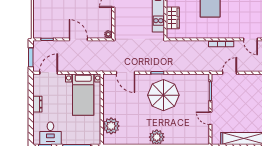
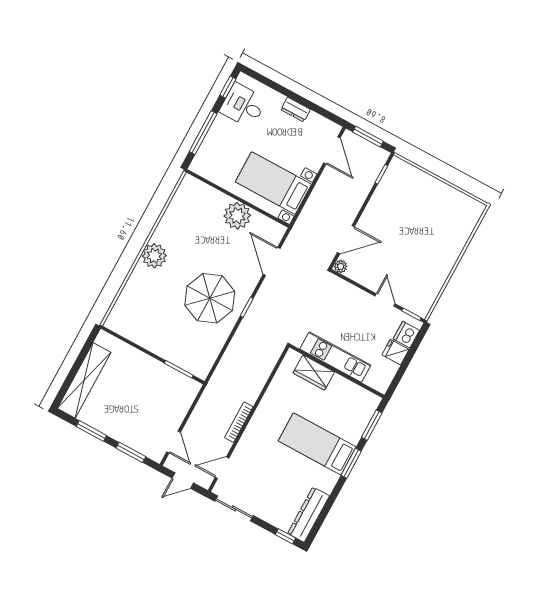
door: (78, 39) -> (346, 240), moved
door: (126, 73) -> (272, 261), hinge flipped
door: (230, 73) -> (174, 442), moved
door: (210, 118) -> (140, 348), removed
plant: (111, 126) -> (237, 216), moved

